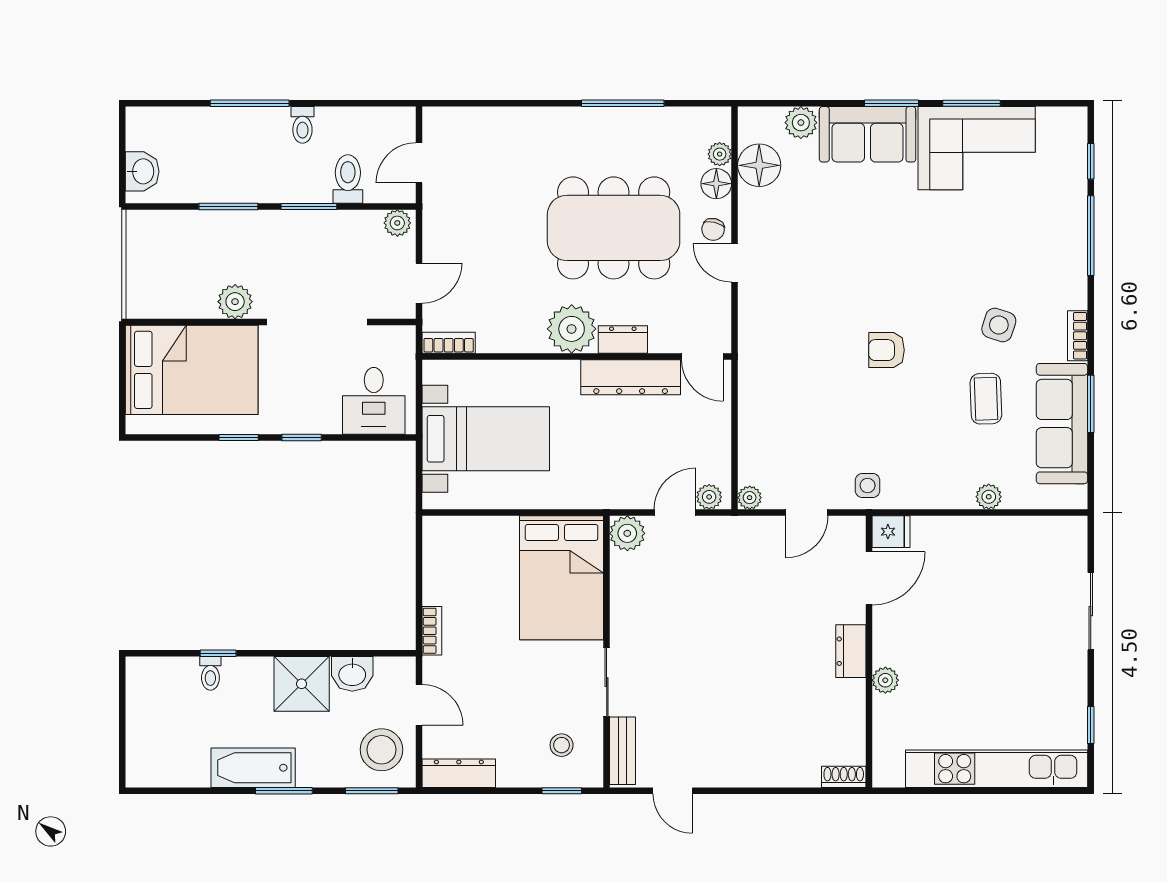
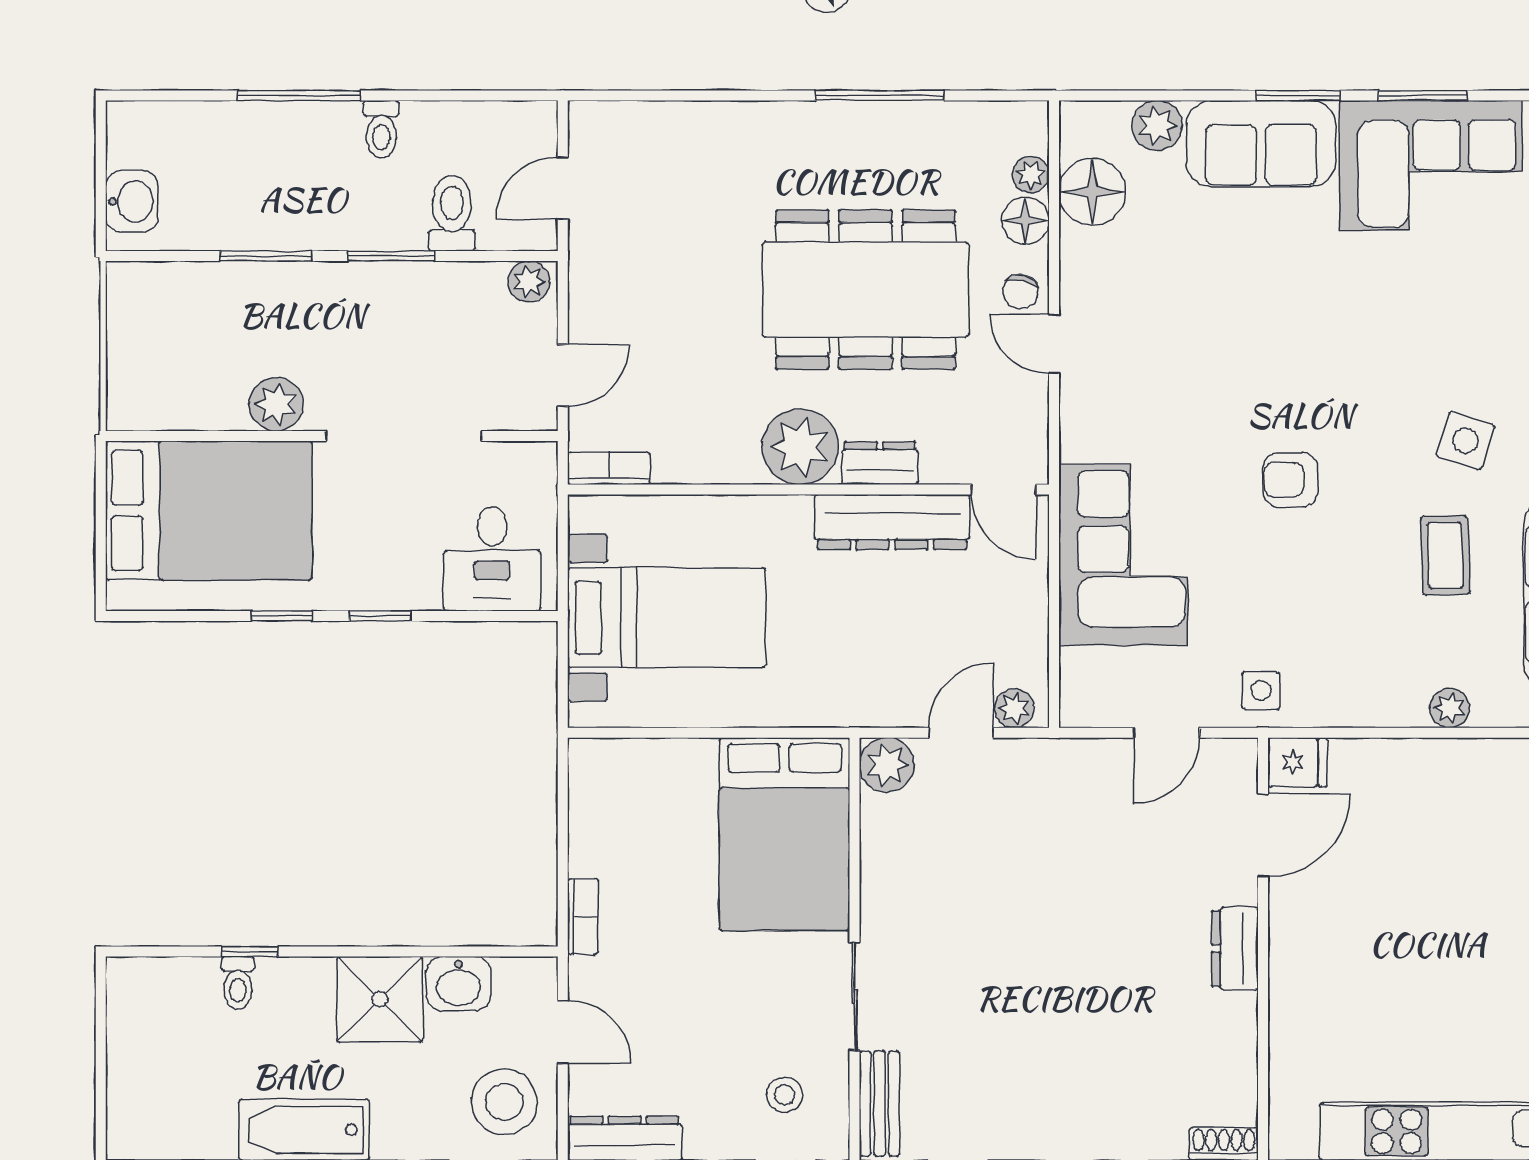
corner sofa: (779, 398) -> (1123, 555), added
plant: (750, 498) -> (1077, 709), removed
plant: (885, 680) -> (1289, 994), removed

